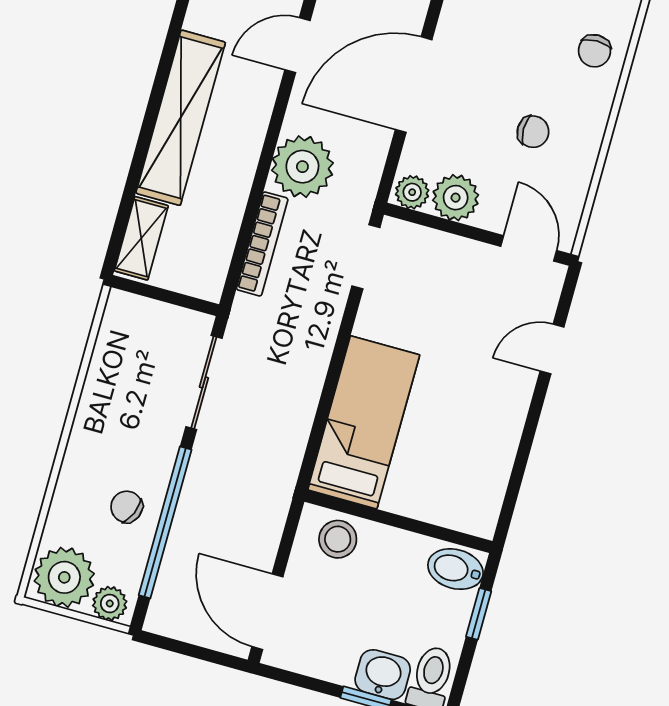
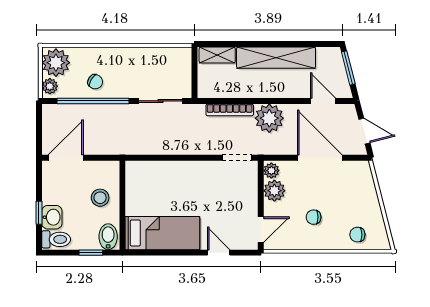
chair: (533, 132) -> (314, 217), turned 90
bed: (364, 422) -> (162, 233), moved
chair: (127, 507) -> (95, 82), turned 99
stool: (338, 539) -> (100, 198), moved

